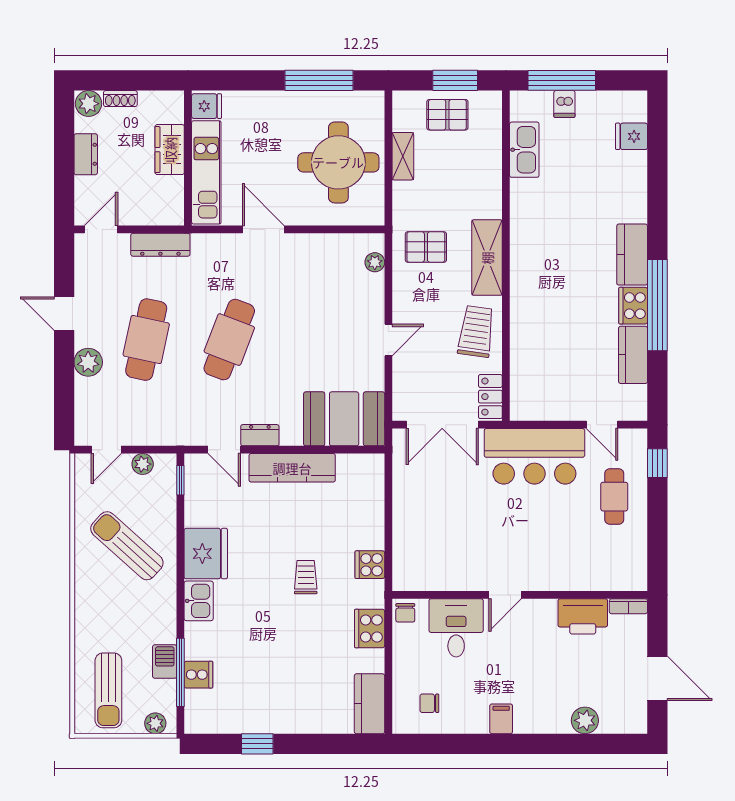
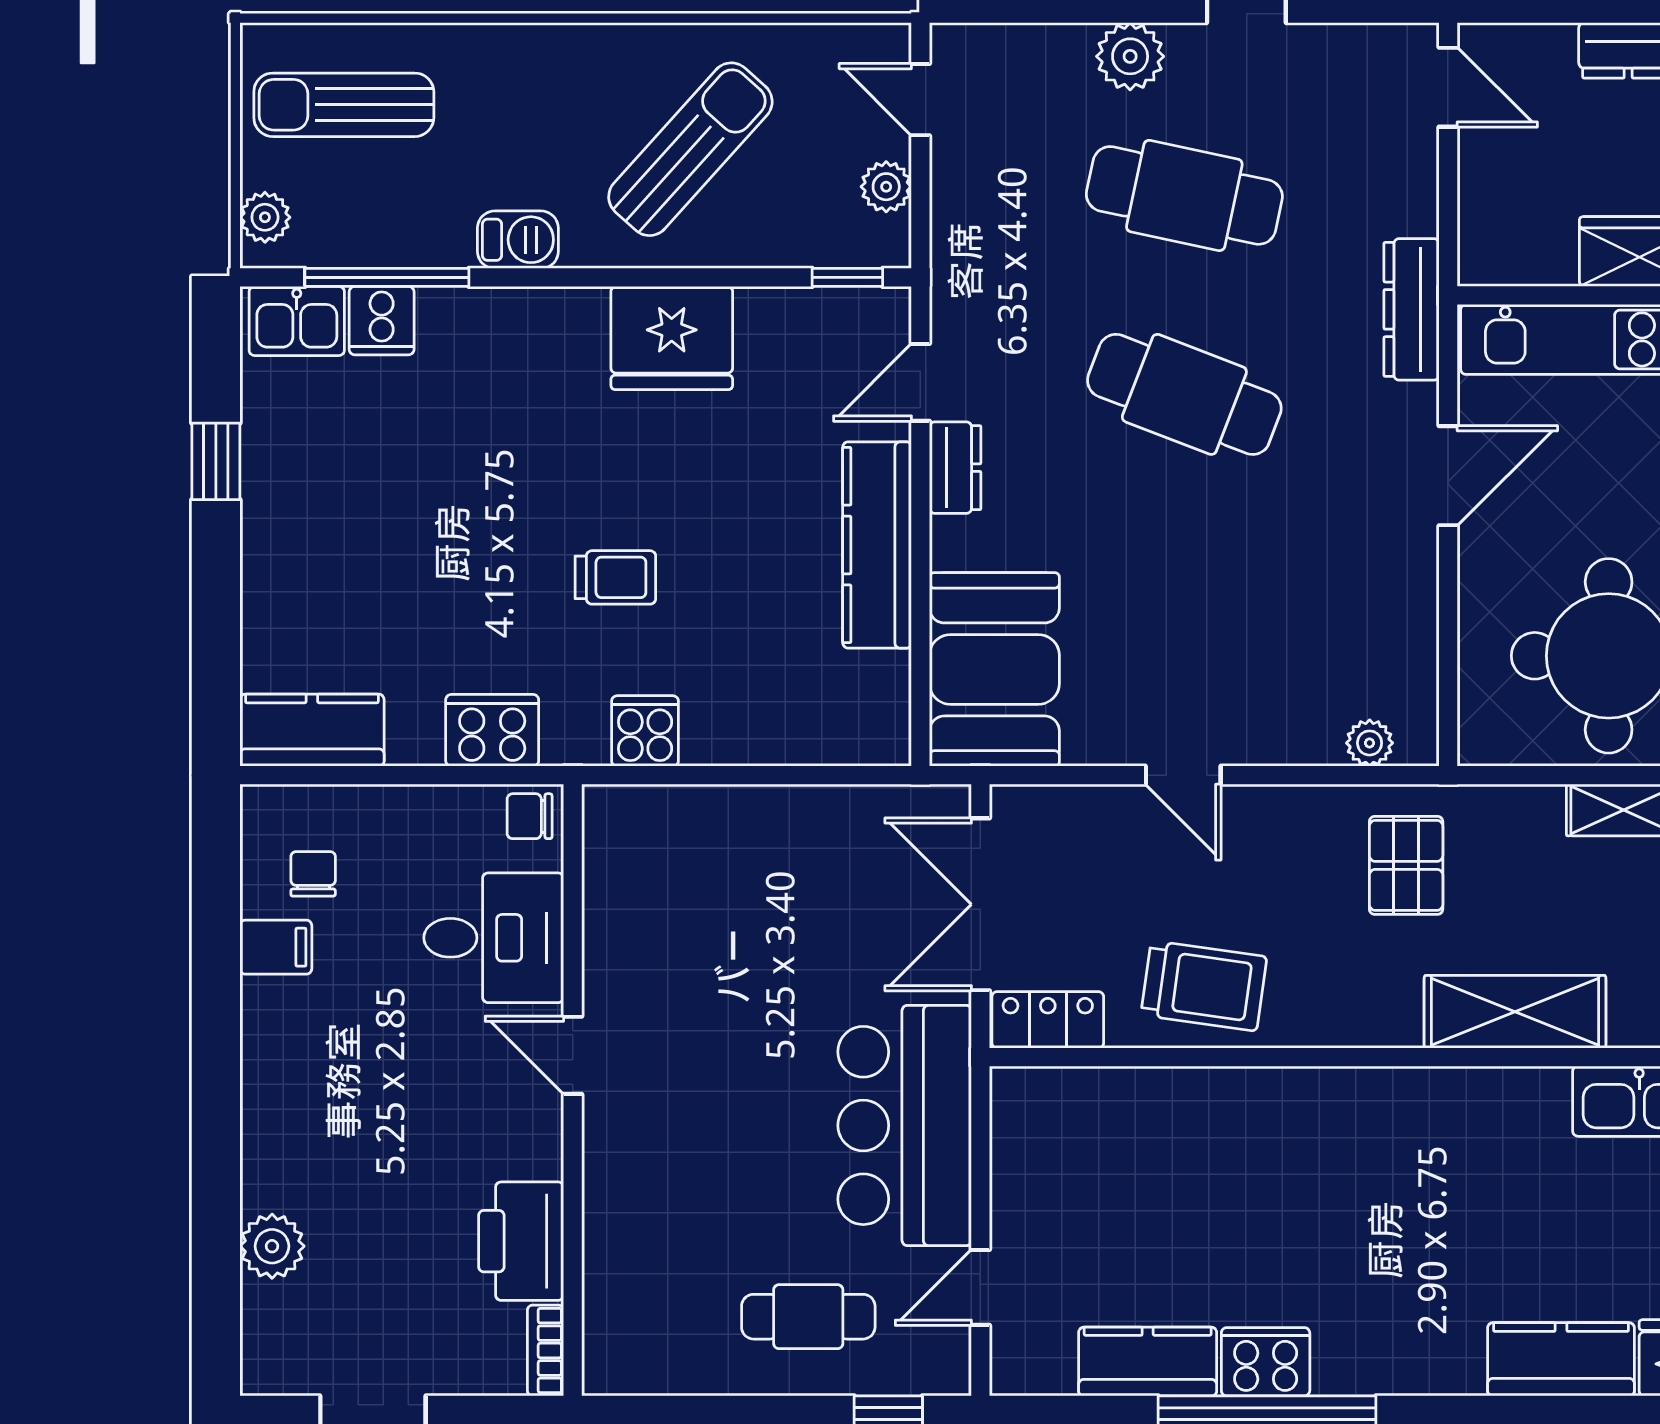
dresser: (160, 245) -> (1412, 309), moved
kitchen counter: (632, 255) -> (1561, 1359), moved
shelving: (487, 258) -> (1515, 1012), moved
kitchen sink: (199, 601) -> (297, 321), moved
barbecue: (165, 662) -> (518, 240), moved
filing cabinet: (501, 719) -> (276, 947), moved

